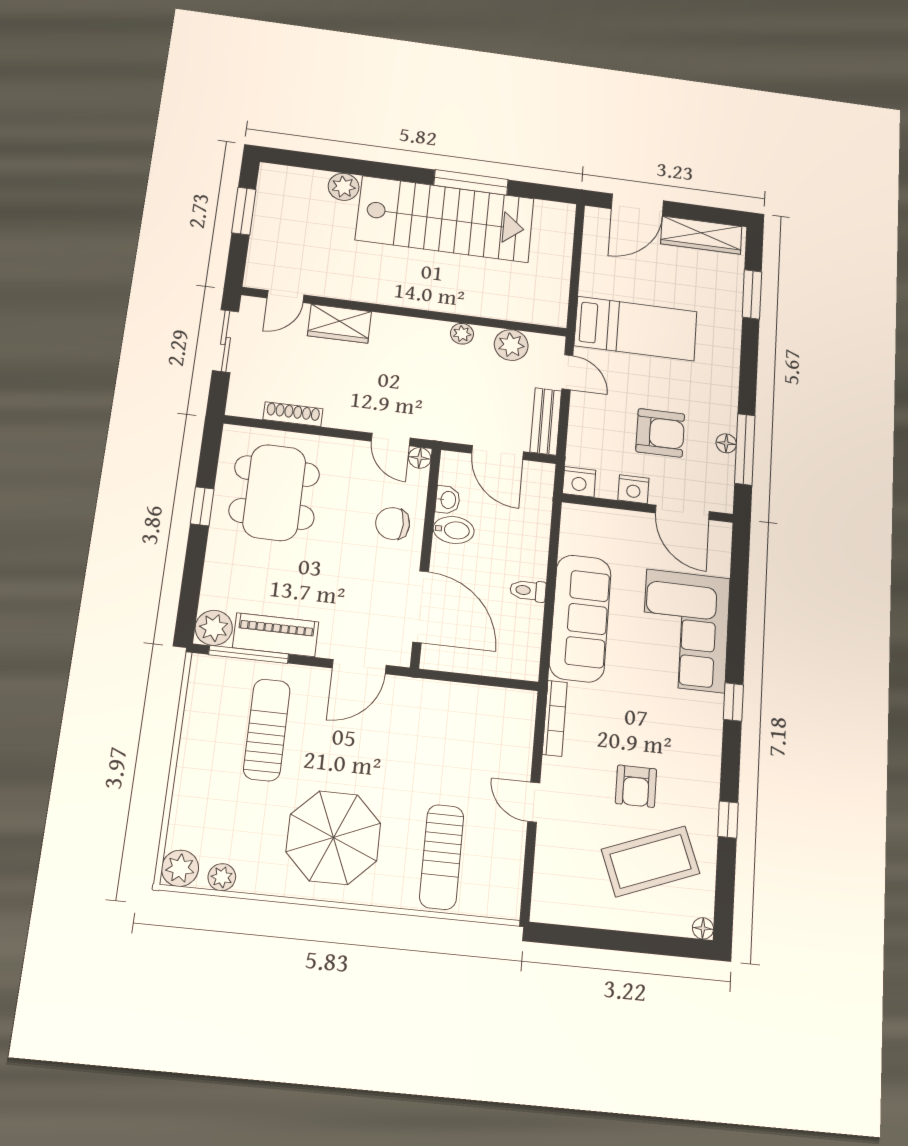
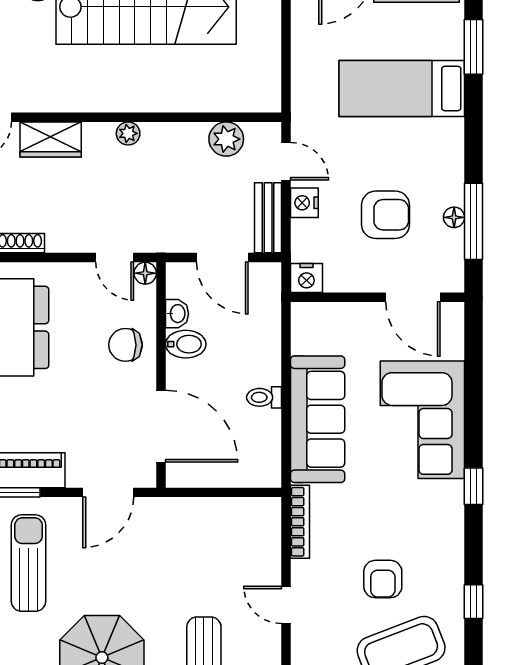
bed: (636, 329) -> (402, 88), moved, turned 180
plant: (462, 334) -> (128, 133), moved
nightstand: (633, 489) -> (304, 203), moved, turned 90

